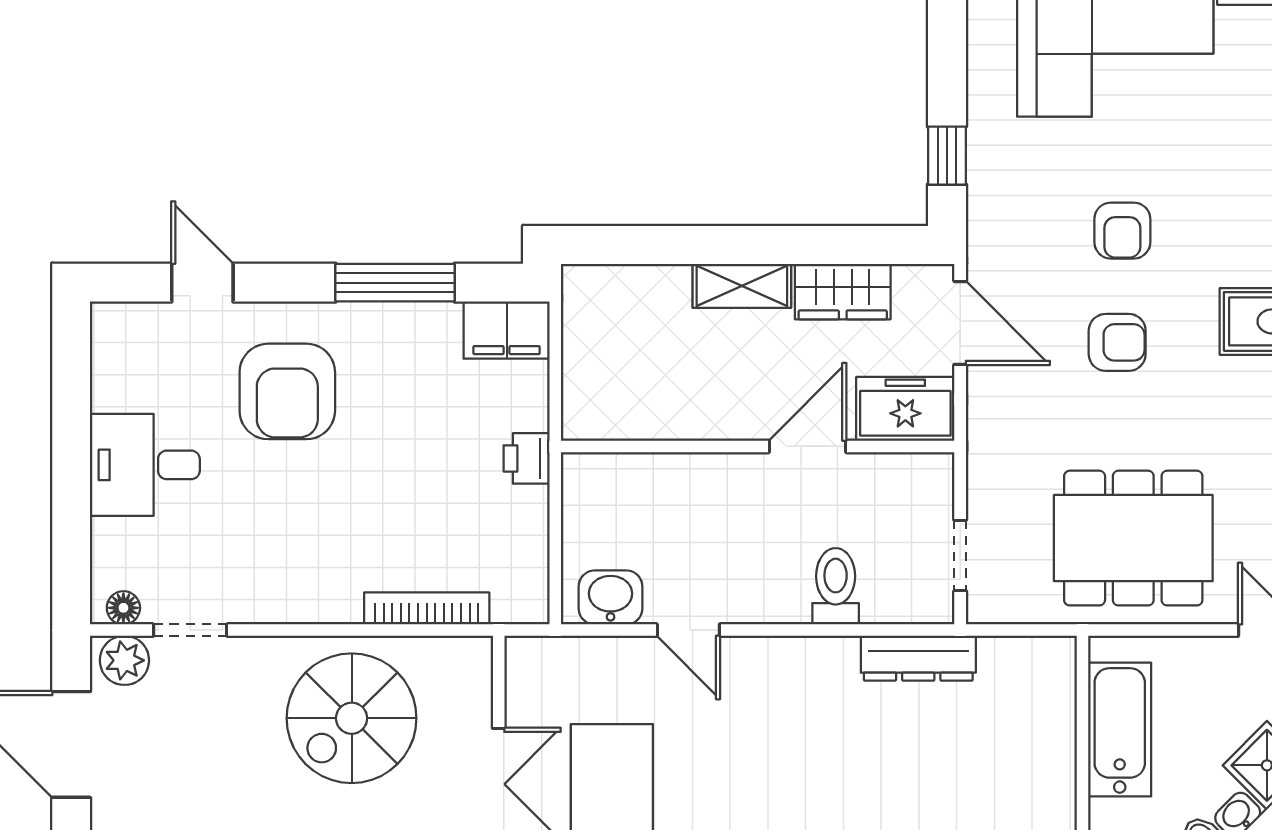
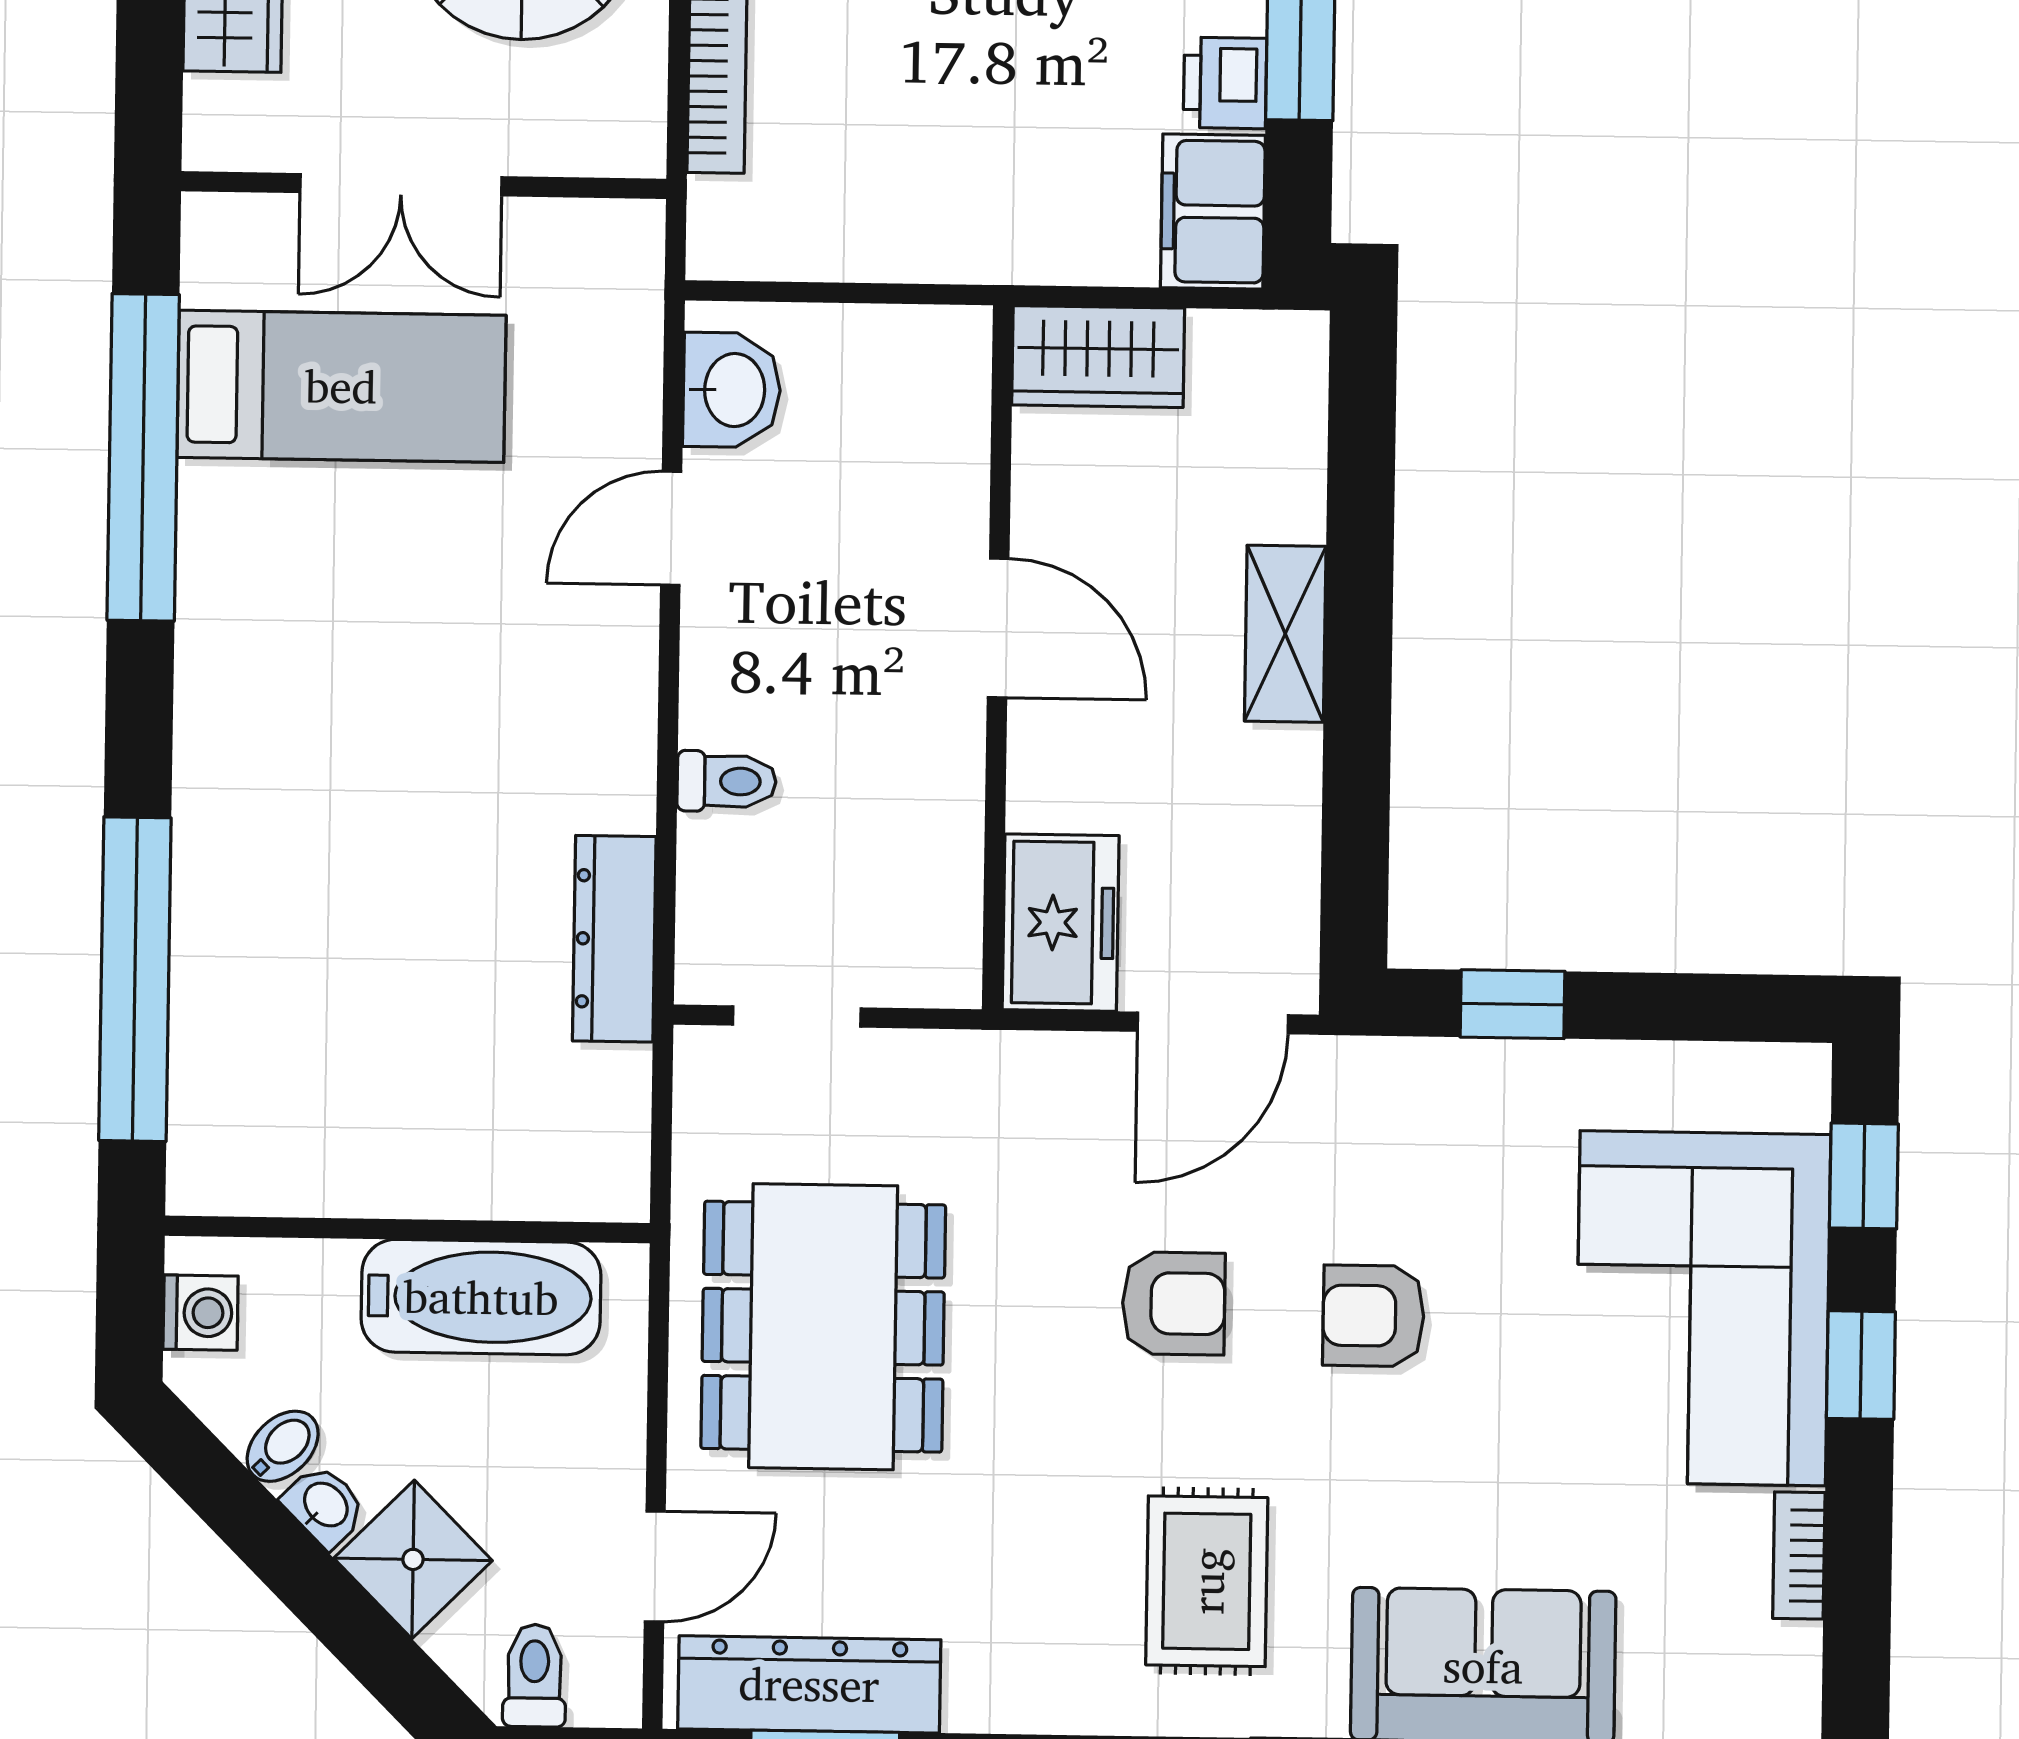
wardrobe: (843, 292) -> (1098, 357), moved, turned -90
armchair: (1117, 342) -> (1174, 1303), turned -90
door: (808, 446) -> (998, 628), moved
printer: (527, 458) -> (1225, 83), moved, turned -90
toilet: (836, 586) -> (727, 781), width x0.73, depth x0.72

